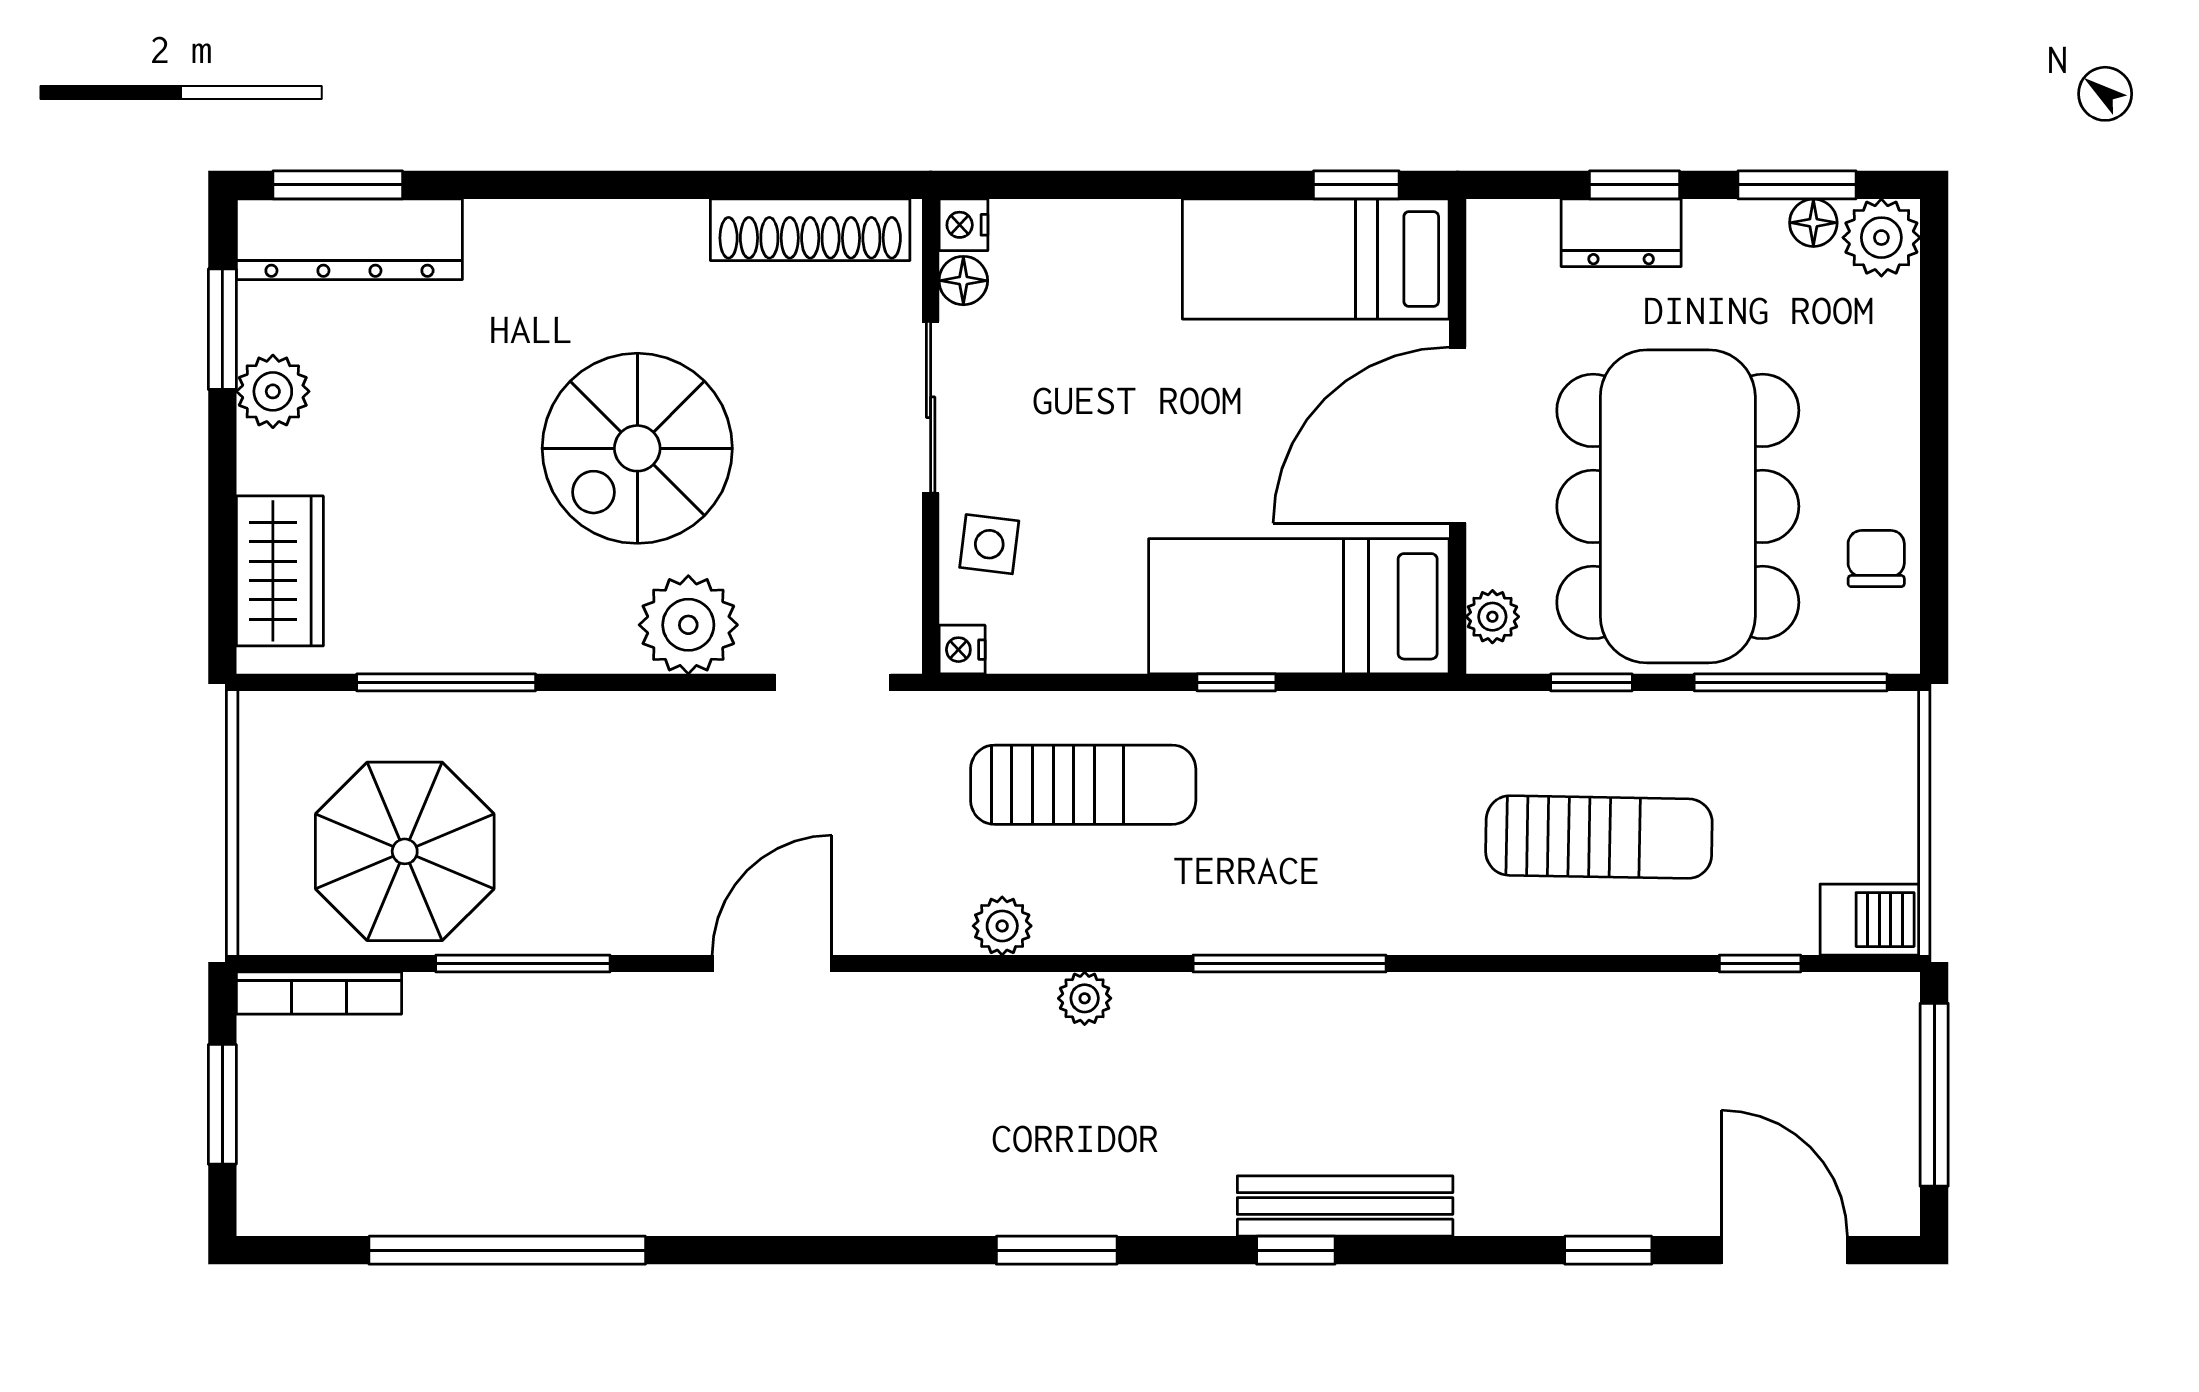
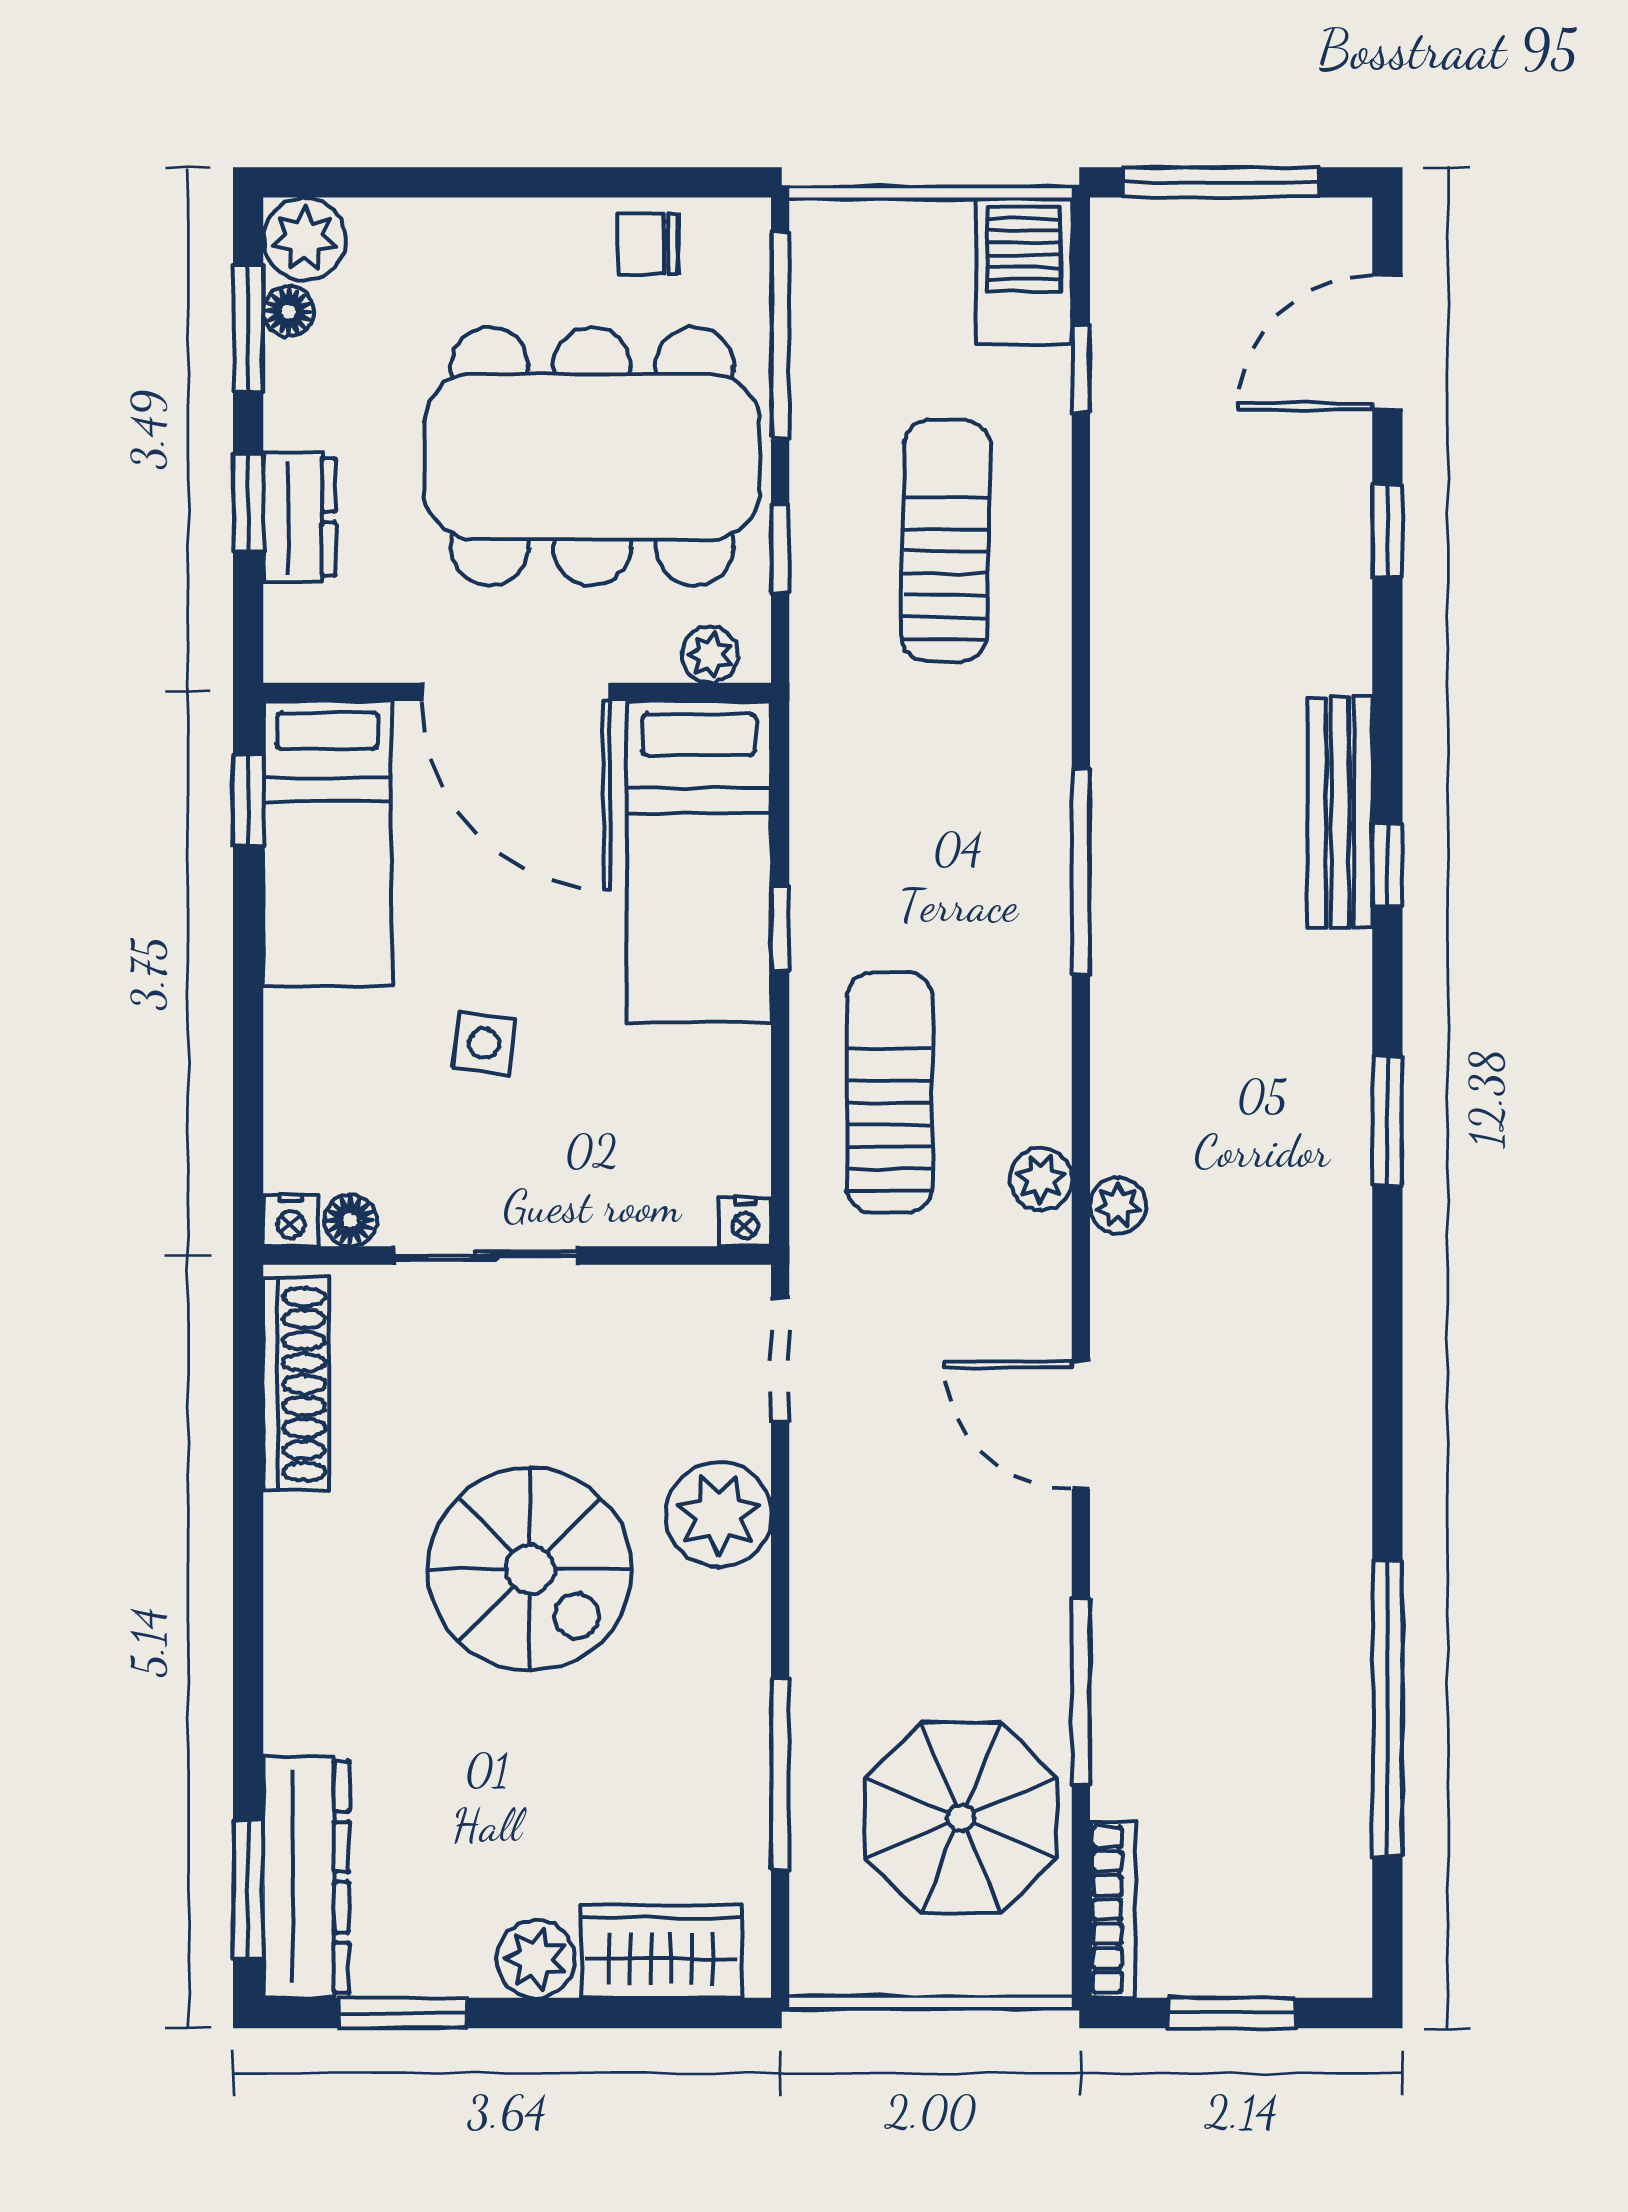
plant: (273, 391) -> (536, 1959), moved
side table: (989, 544) -> (484, 1043), moved
barbecue: (1870, 920) -> (1024, 271), width x1.38, depth x1.27
plant: (1085, 998) -> (1118, 1206), moved

